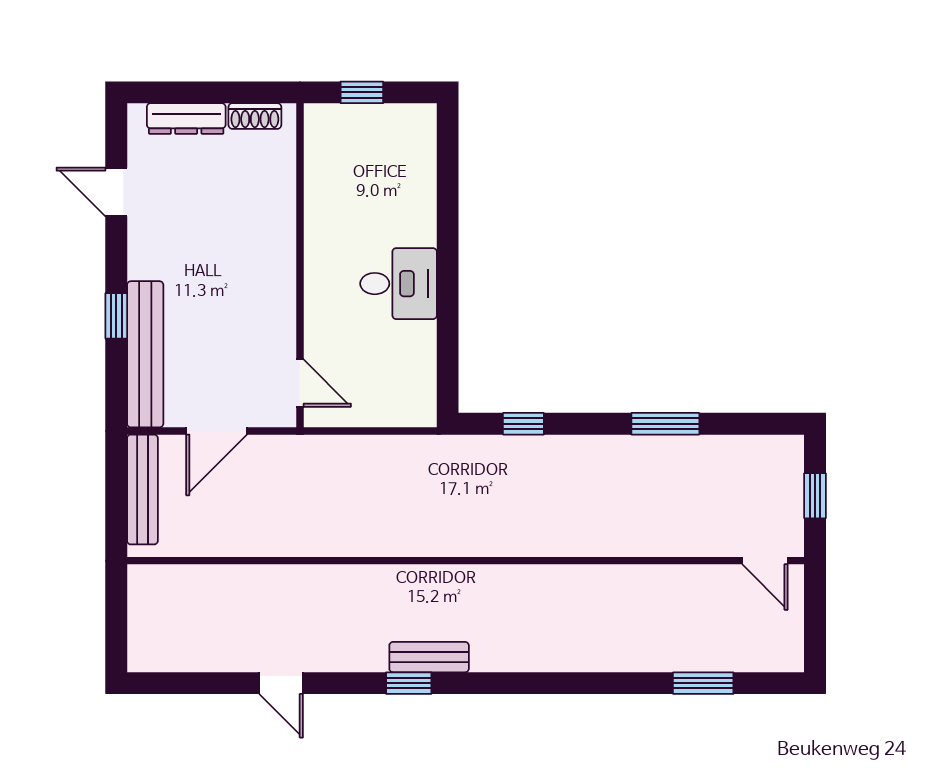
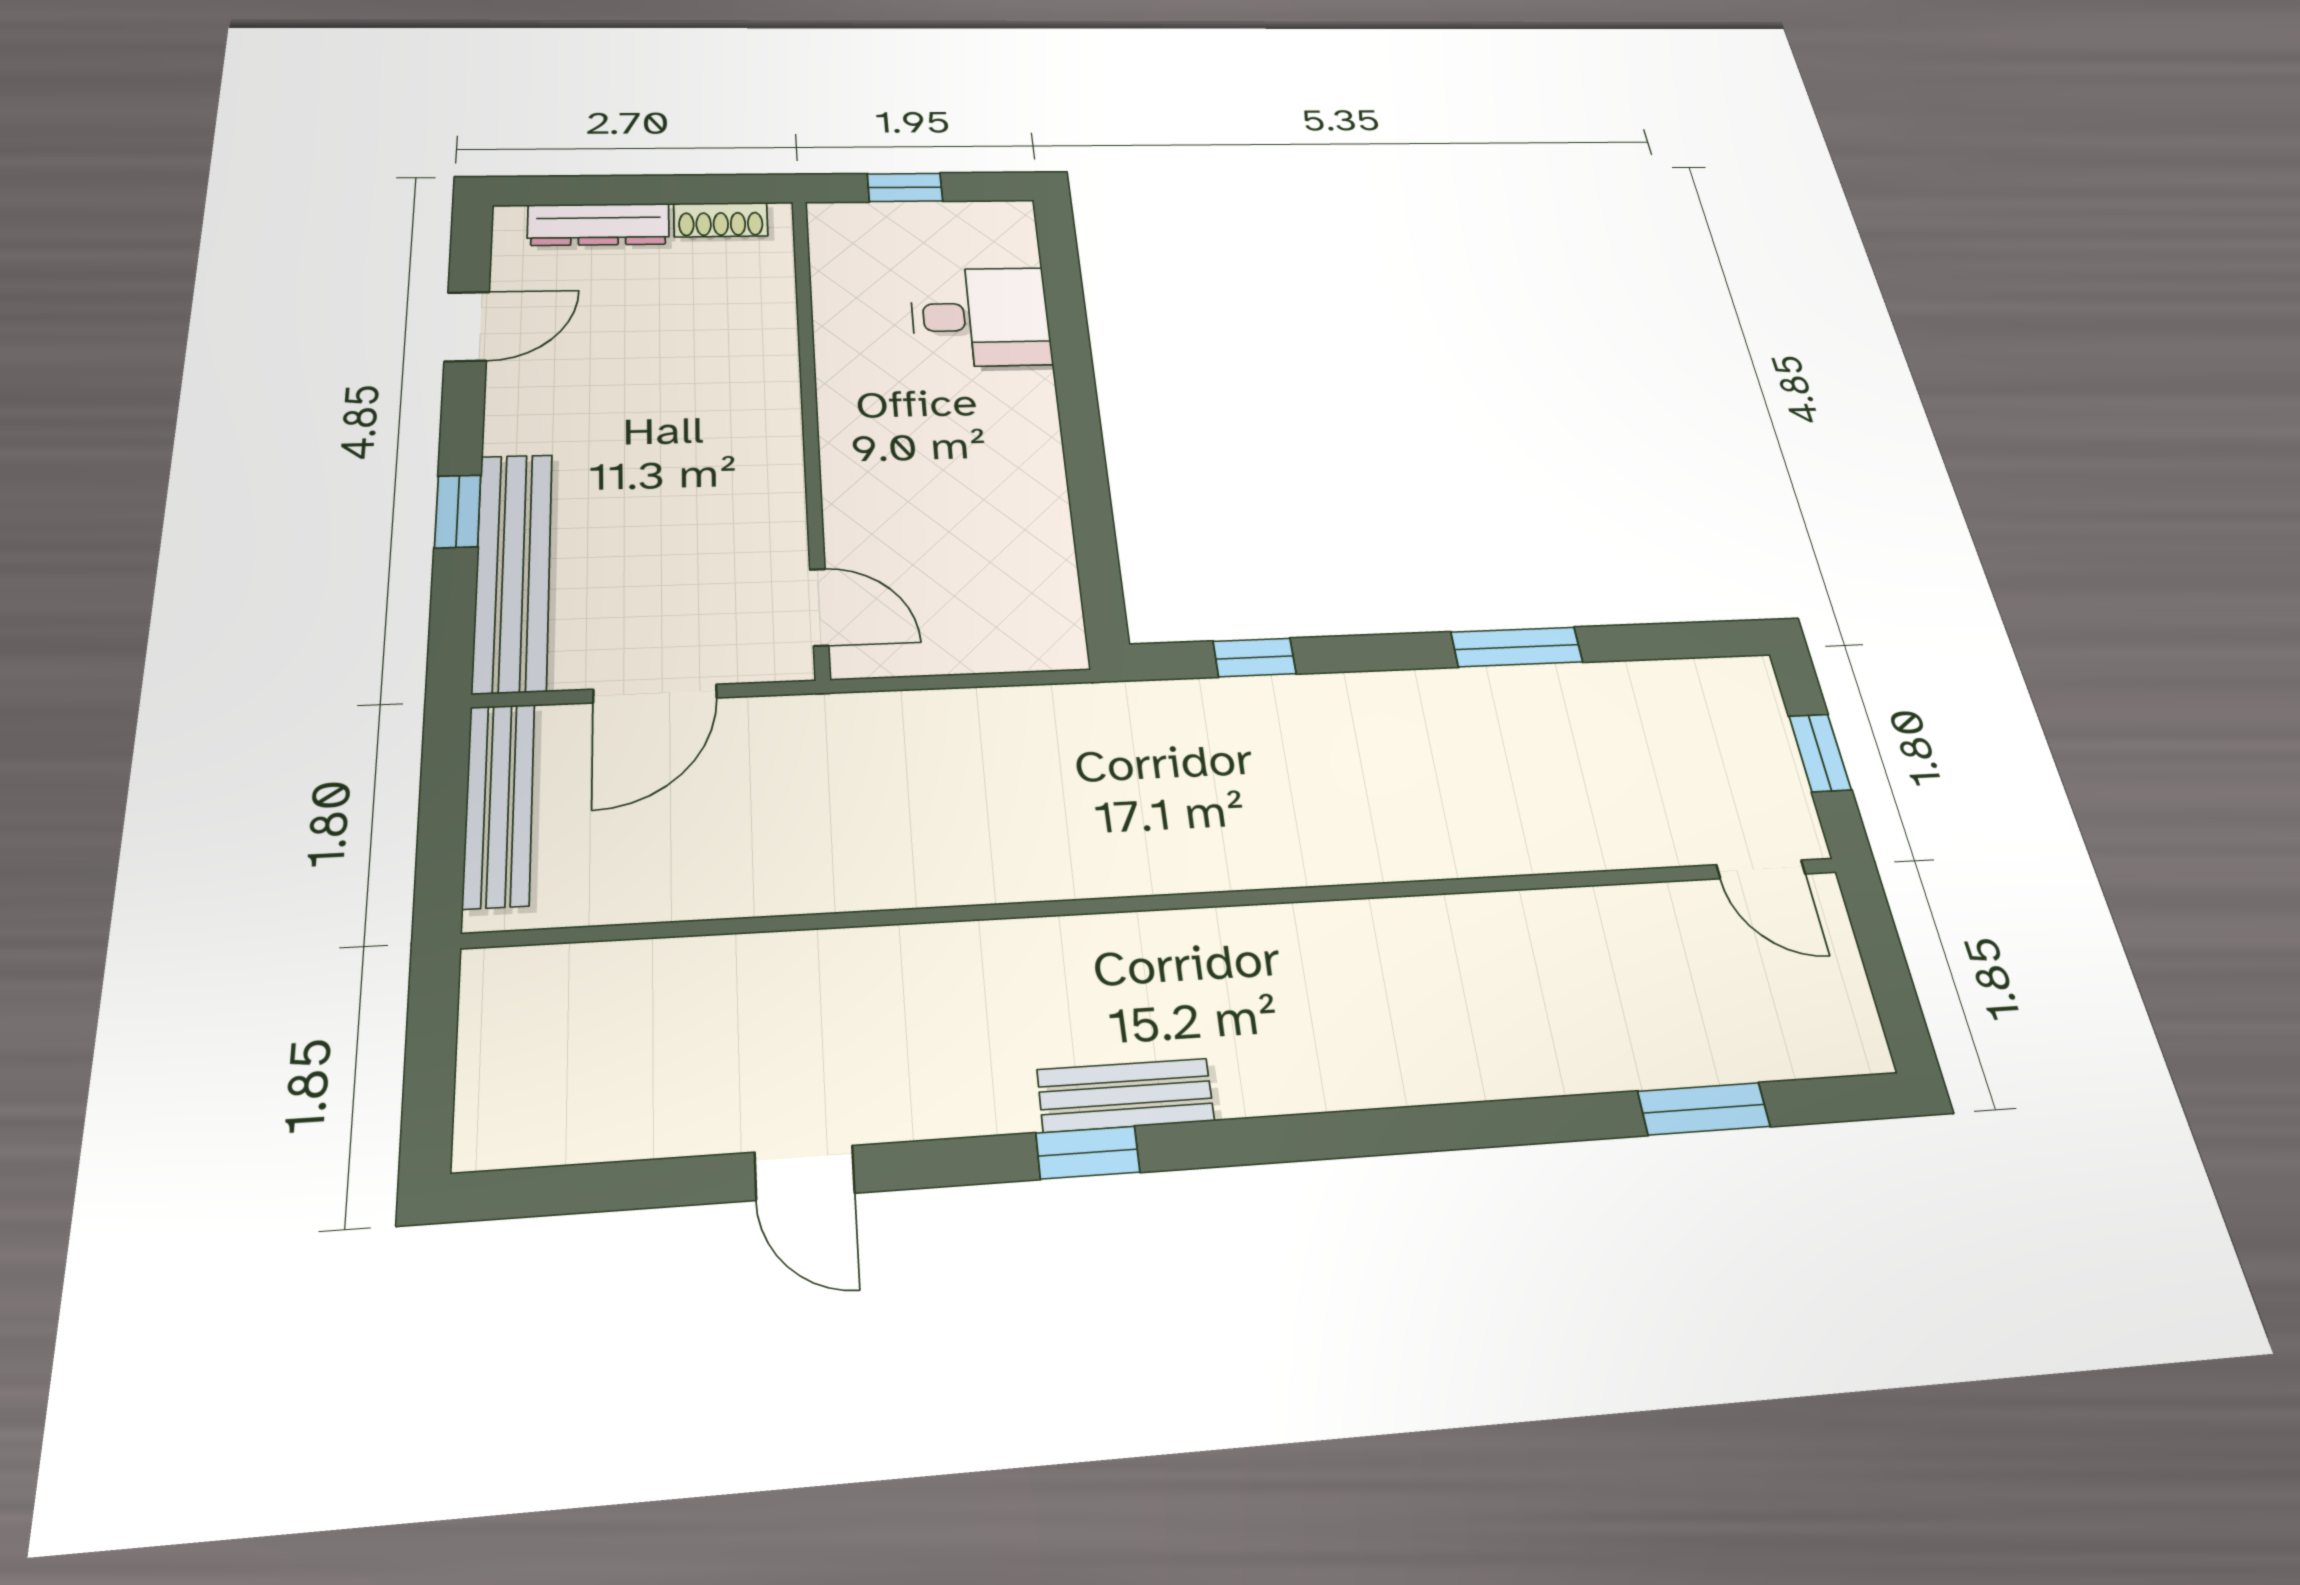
door: (116, 192) -> (467, 326), swing flipped
desk: (399, 284) -> (980, 317), moved

